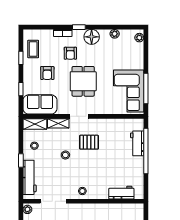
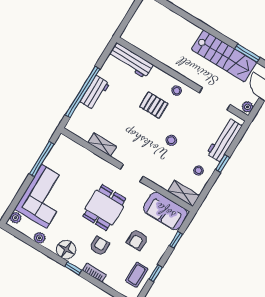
armchair: (47, 73) -> (137, 240), turned 180
corner sofa: (129, 91) -> (44, 196), moved
shelving: (58, 123) -> (102, 145), moved
pallet: (89, 142) -> (154, 105), moved
workbench: (137, 143) -> (95, 93), moved
workbench: (121, 193) -> (131, 60), width x1.37

